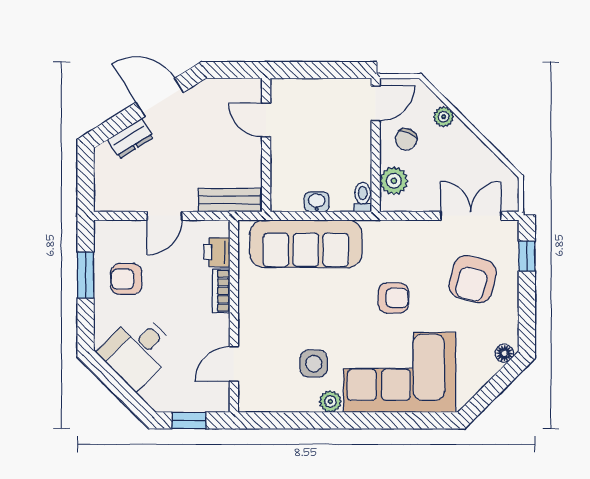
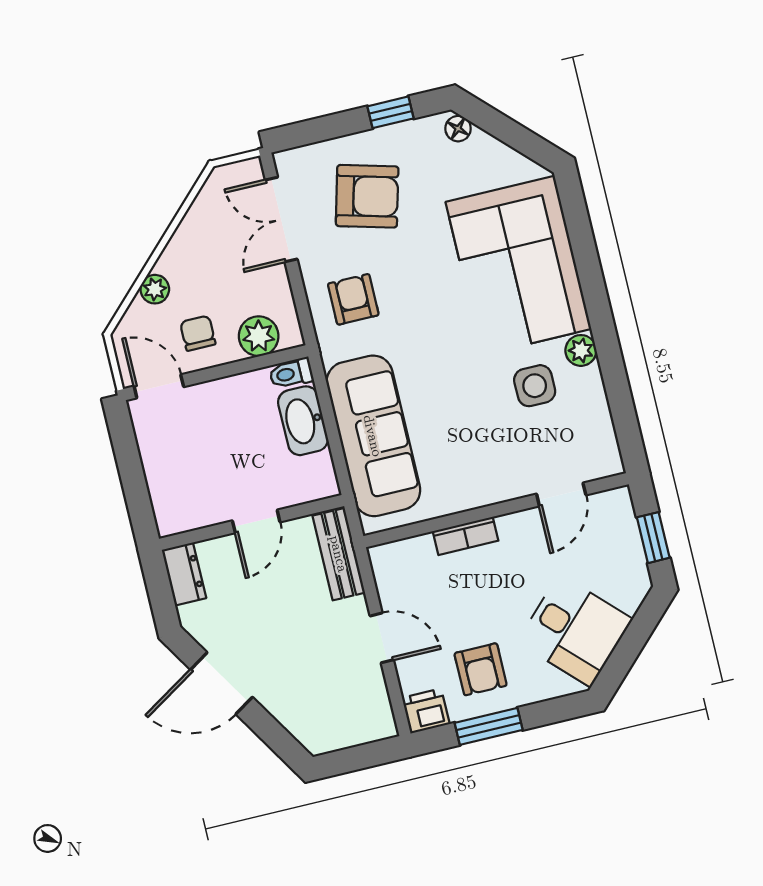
door: (160, 97) -> (222, 683), hinge flipped
door: (266, 120) -> (256, 521), moved
dresser: (131, 139) -> (184, 574), moved, turned 32
chair: (406, 139) -> (198, 333), turned -113
washbasin: (317, 202) -> (303, 421), width x1.91, depth x1.45
printer: (217, 252) -> (426, 711), moved, turned 180
window: (527, 256) -> (391, 112), moved
armchair: (393, 298) -> (353, 299), moved
door: (234, 364) -> (561, 494), hinge flipped

